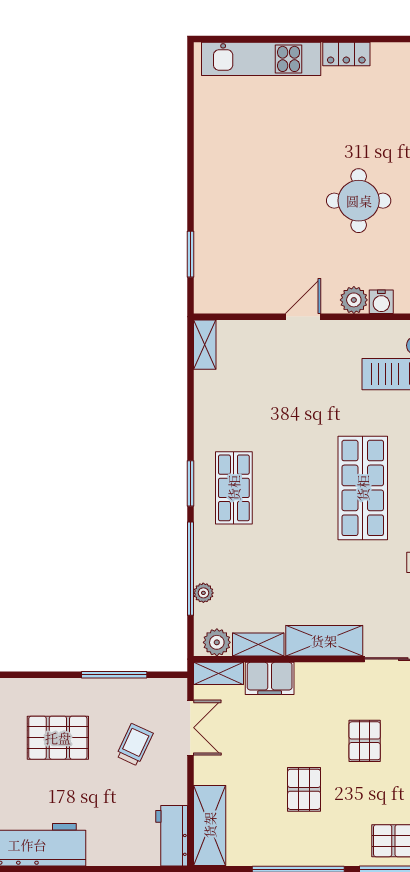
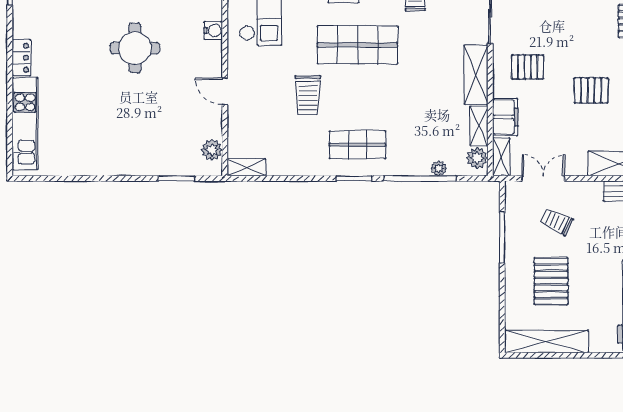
plant: (354, 300) -> (212, 150), moved
trolley: (298, 424) -> (308, 95), added
pallet: (365, 741) -> (528, 67), moved

